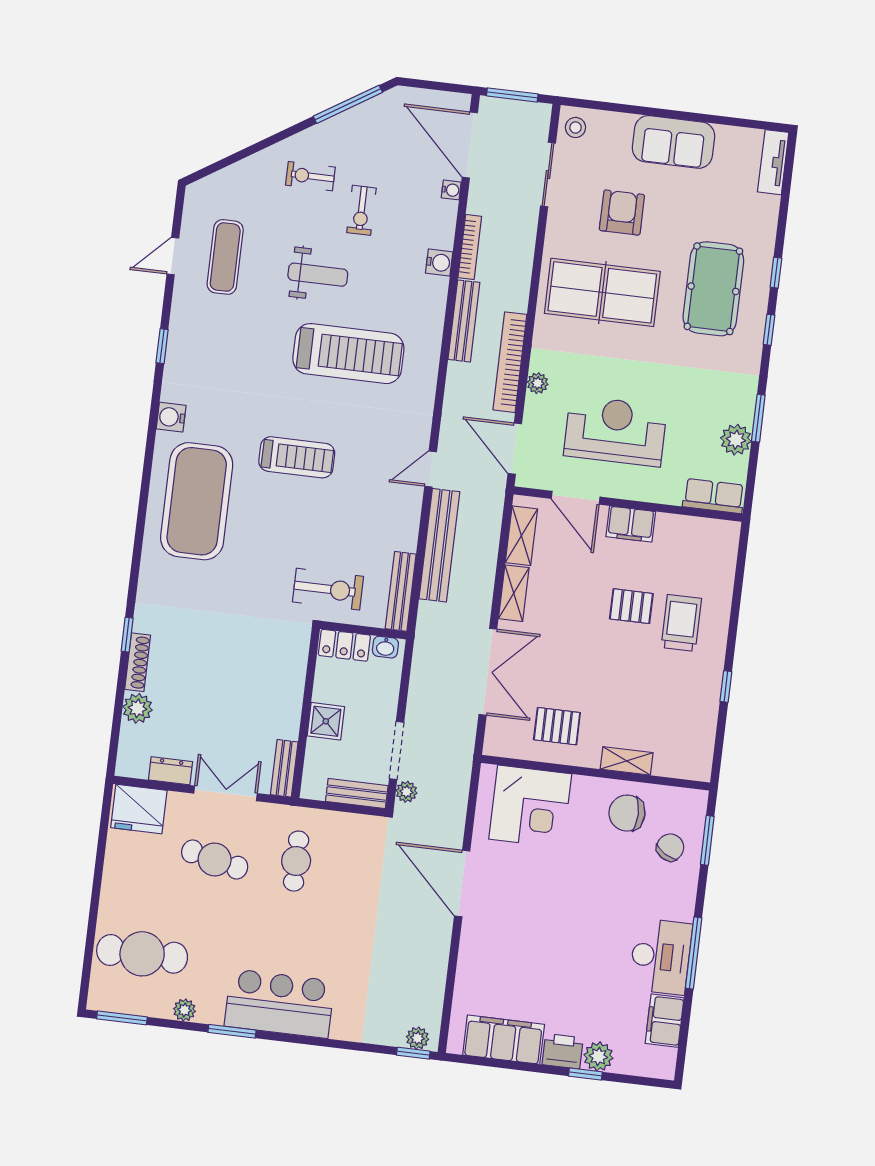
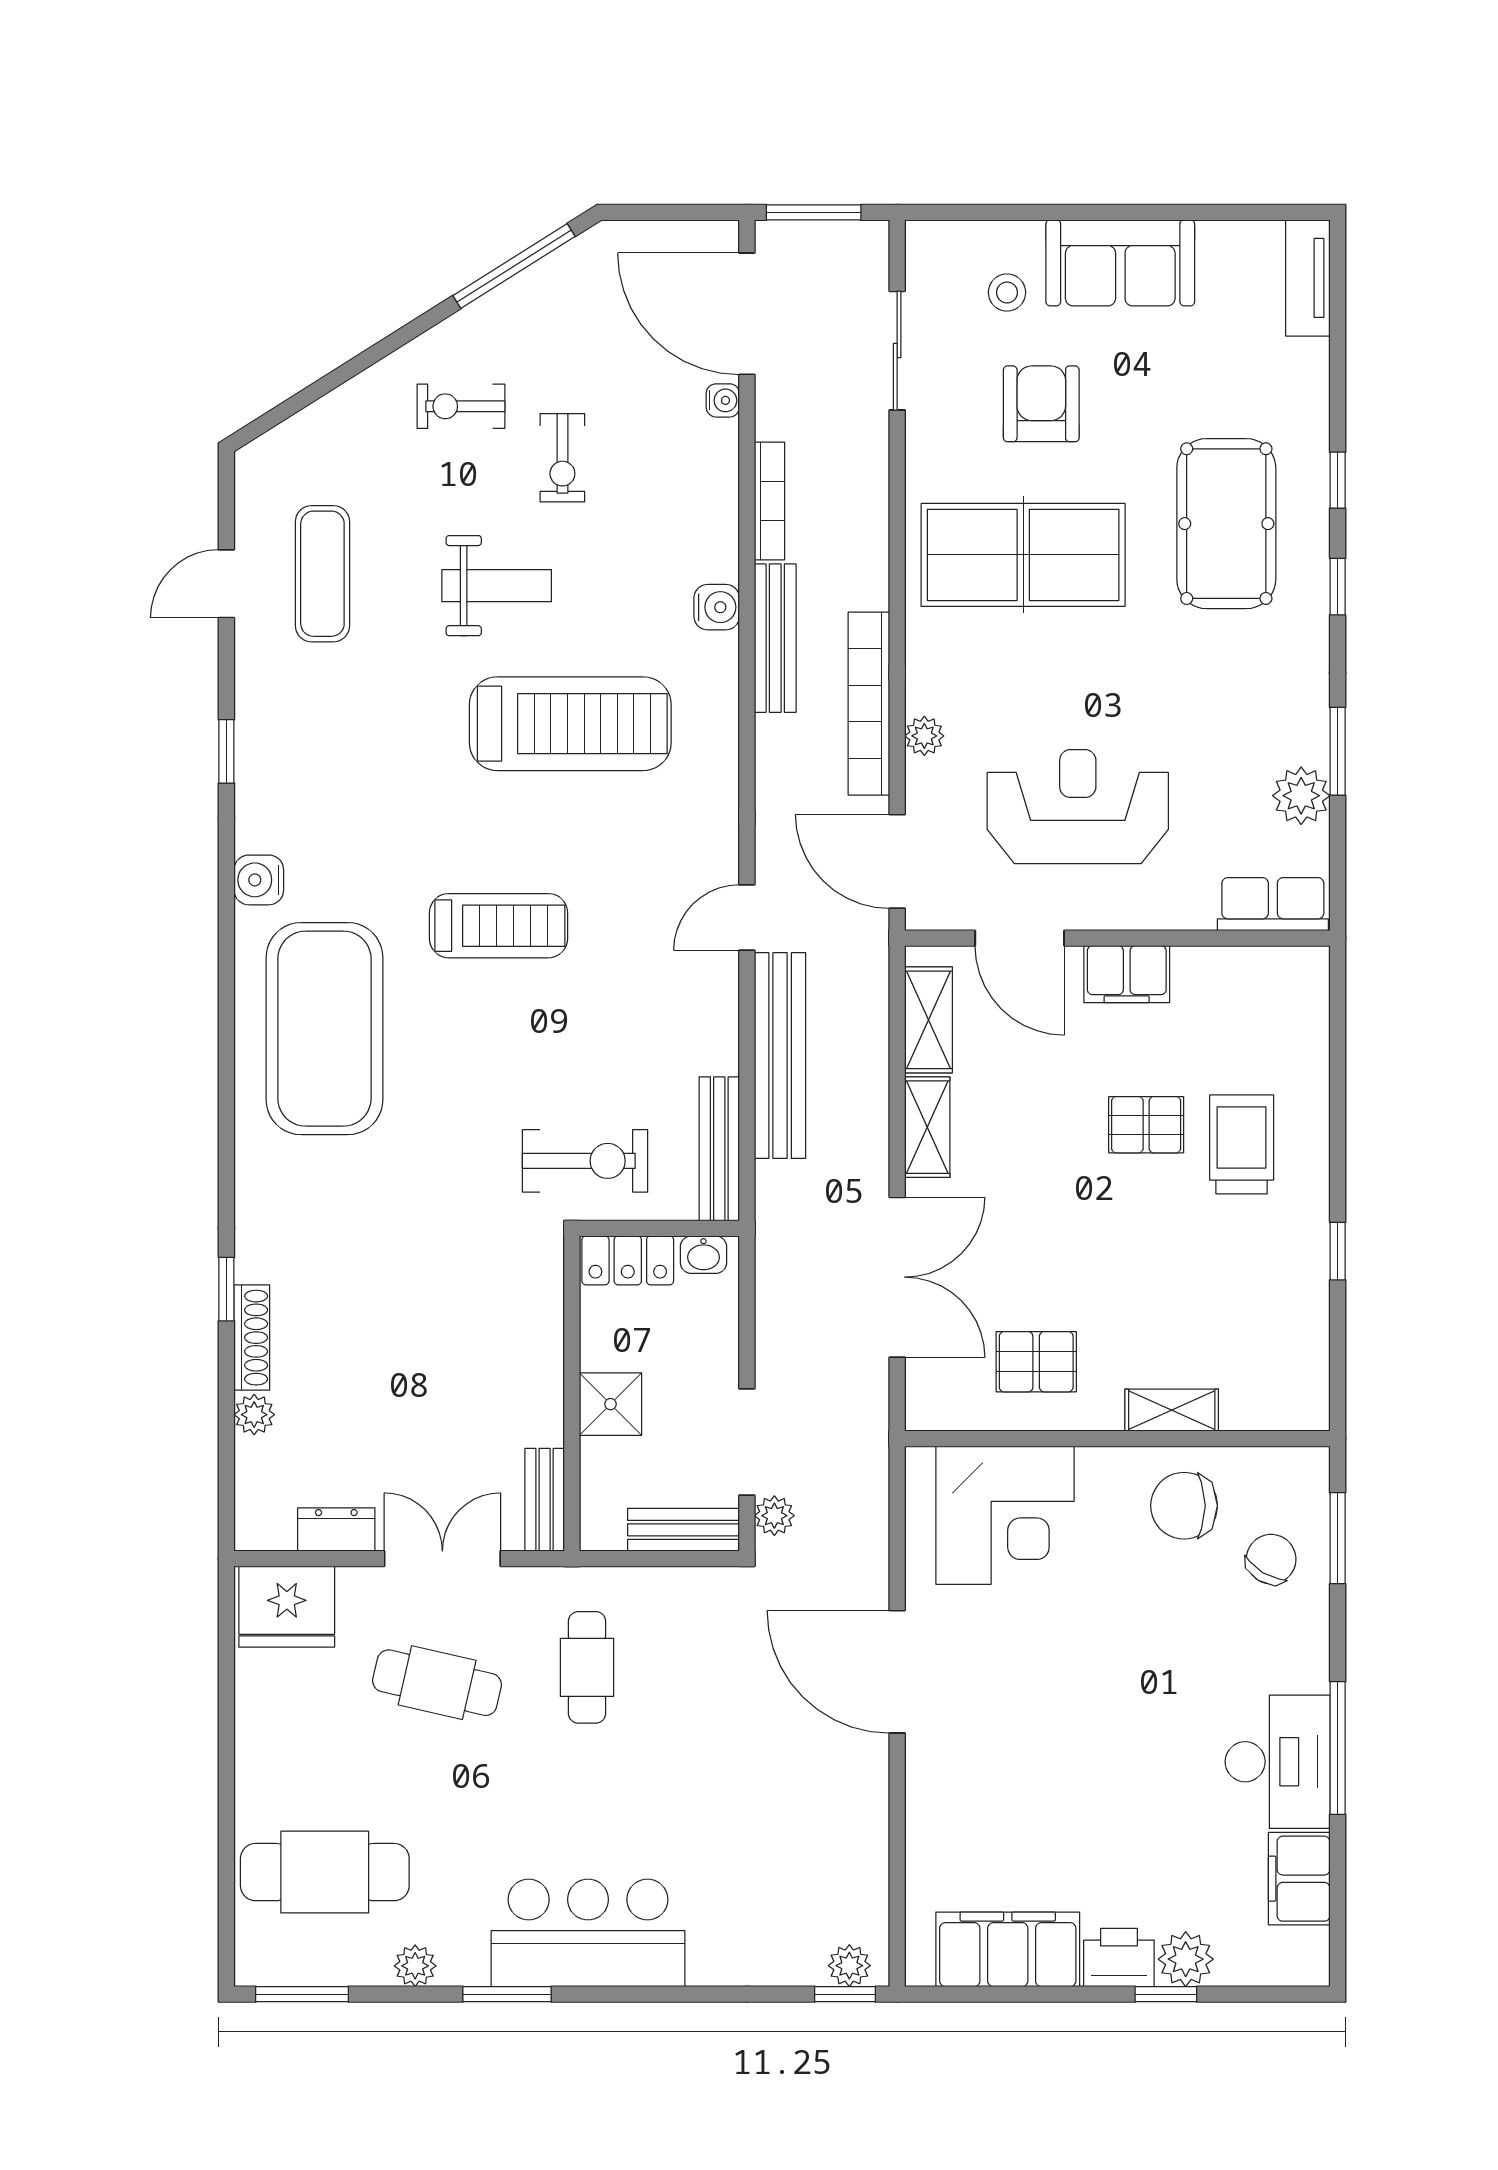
stool: (575, 127) -> (1007, 292), moved
water cooler: (439, 263) -> (717, 607), moved
plant: (138, 708) -> (254, 1415), width x0.73, depth x0.73

